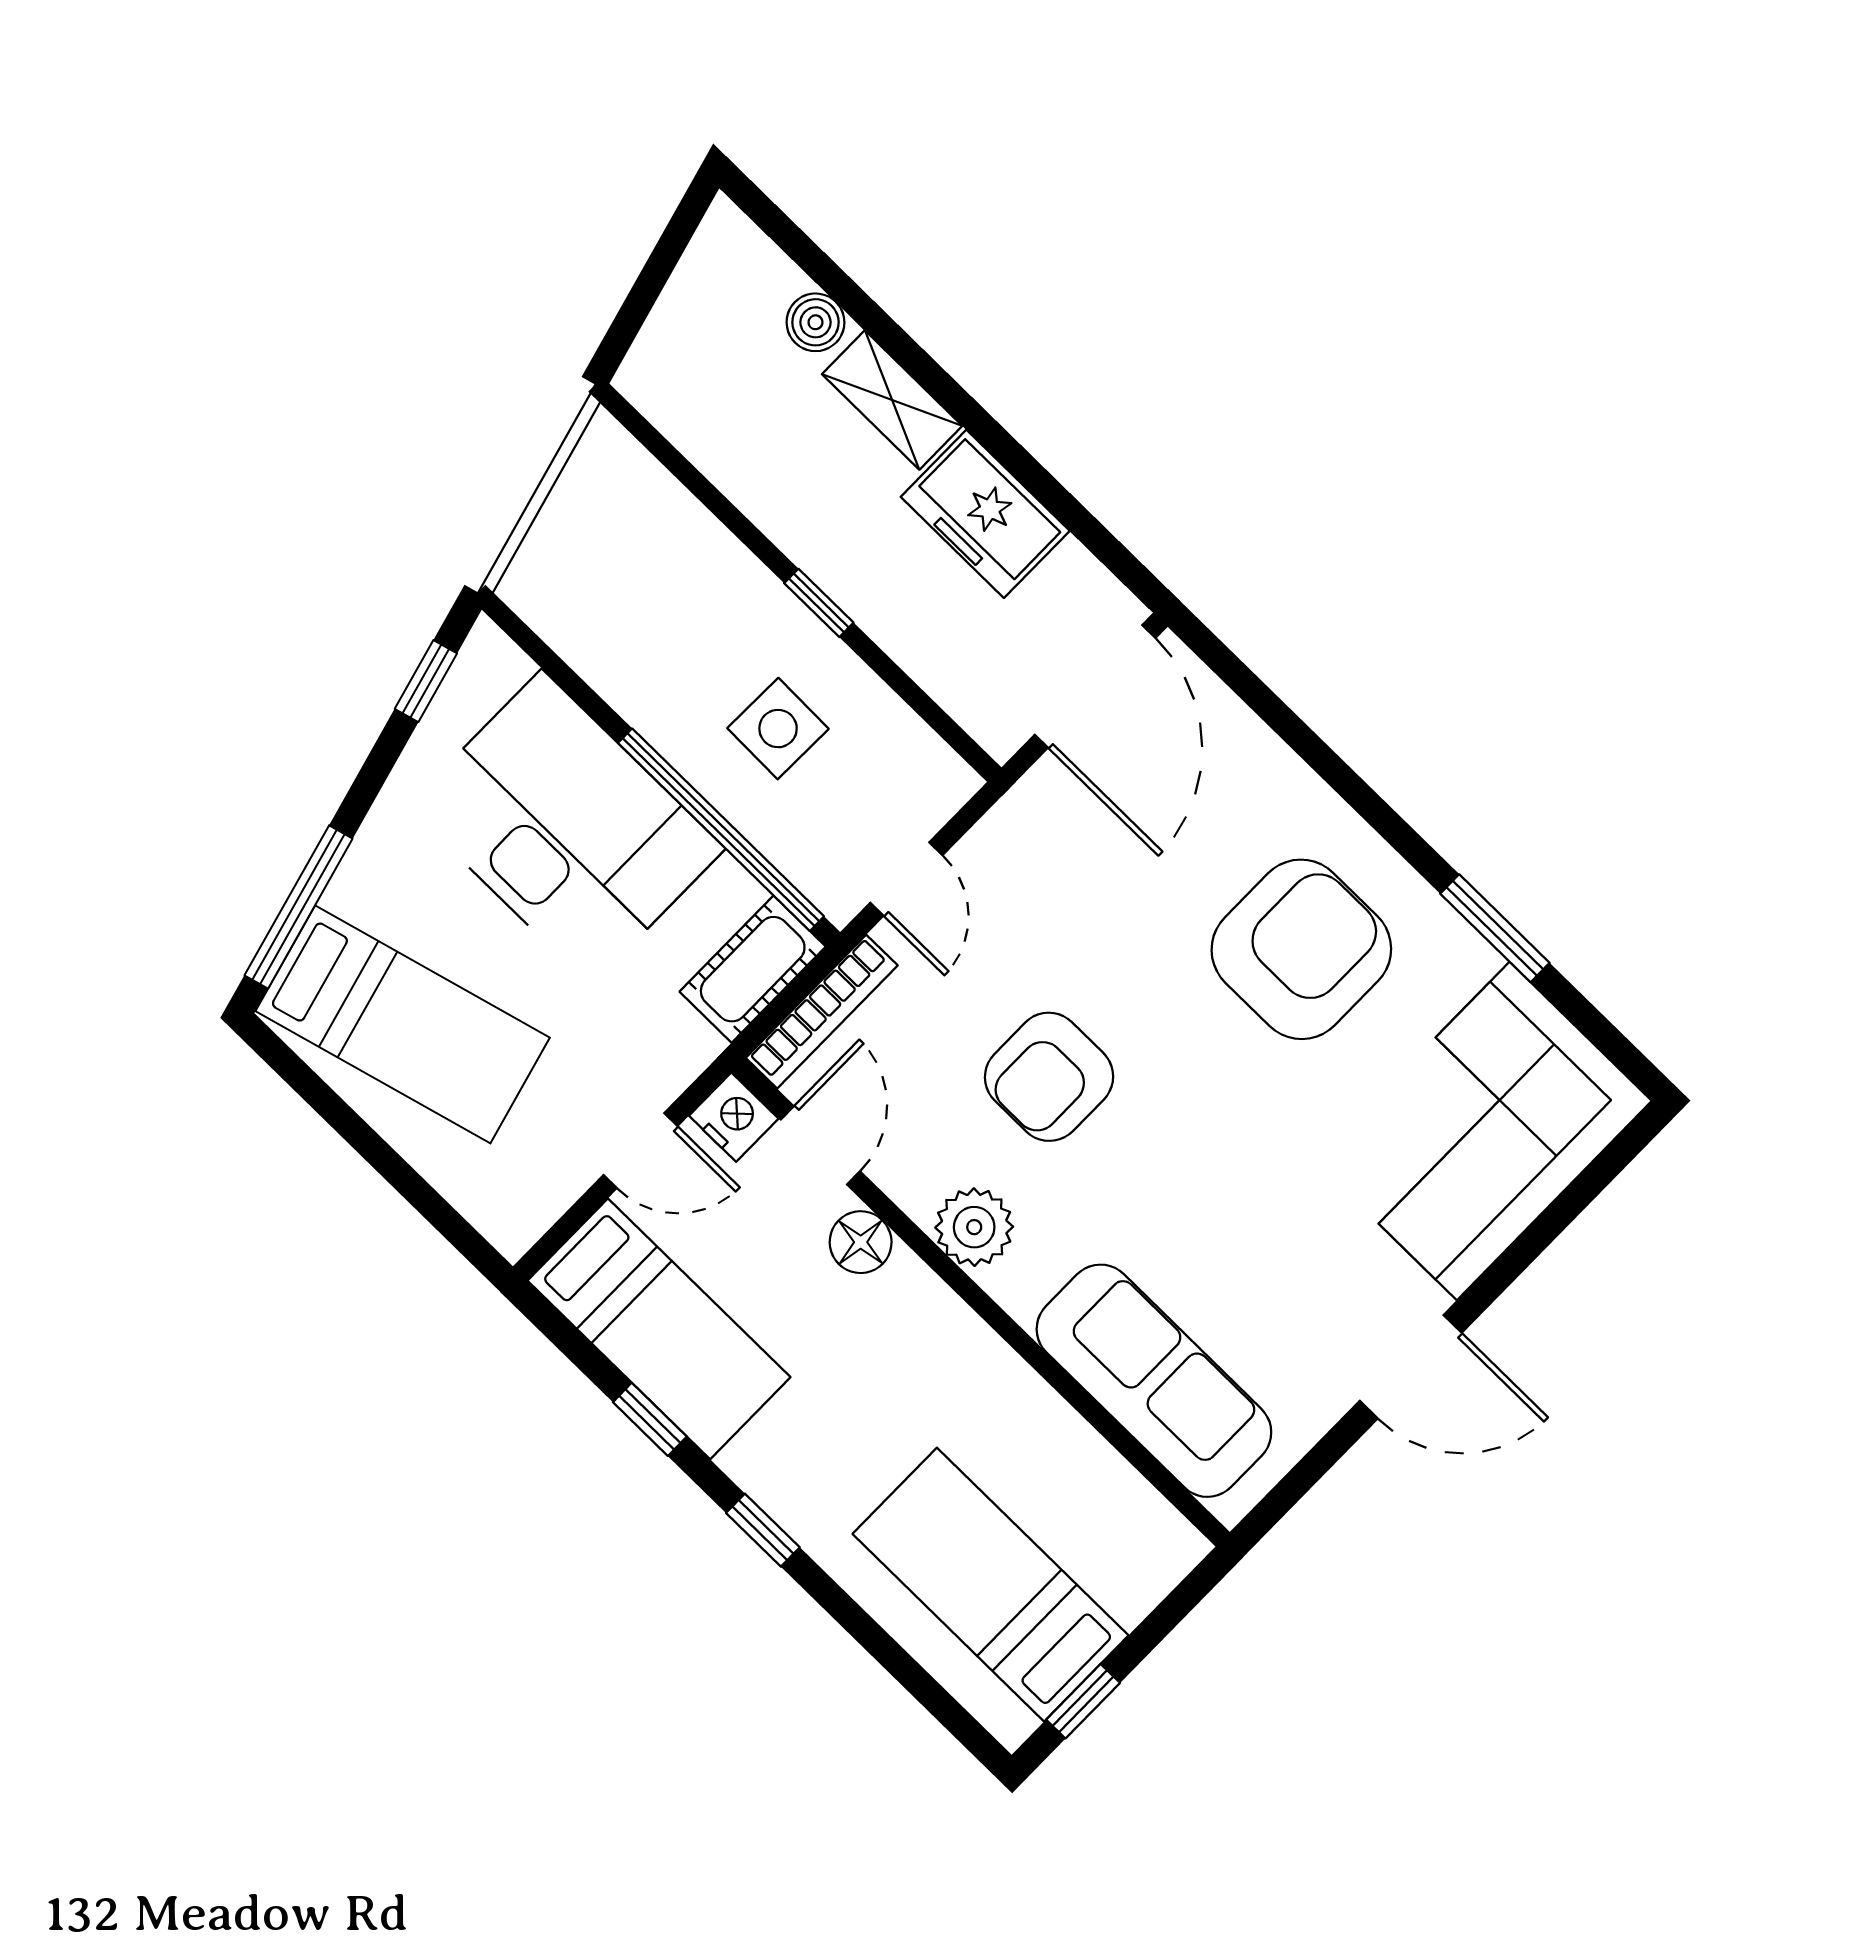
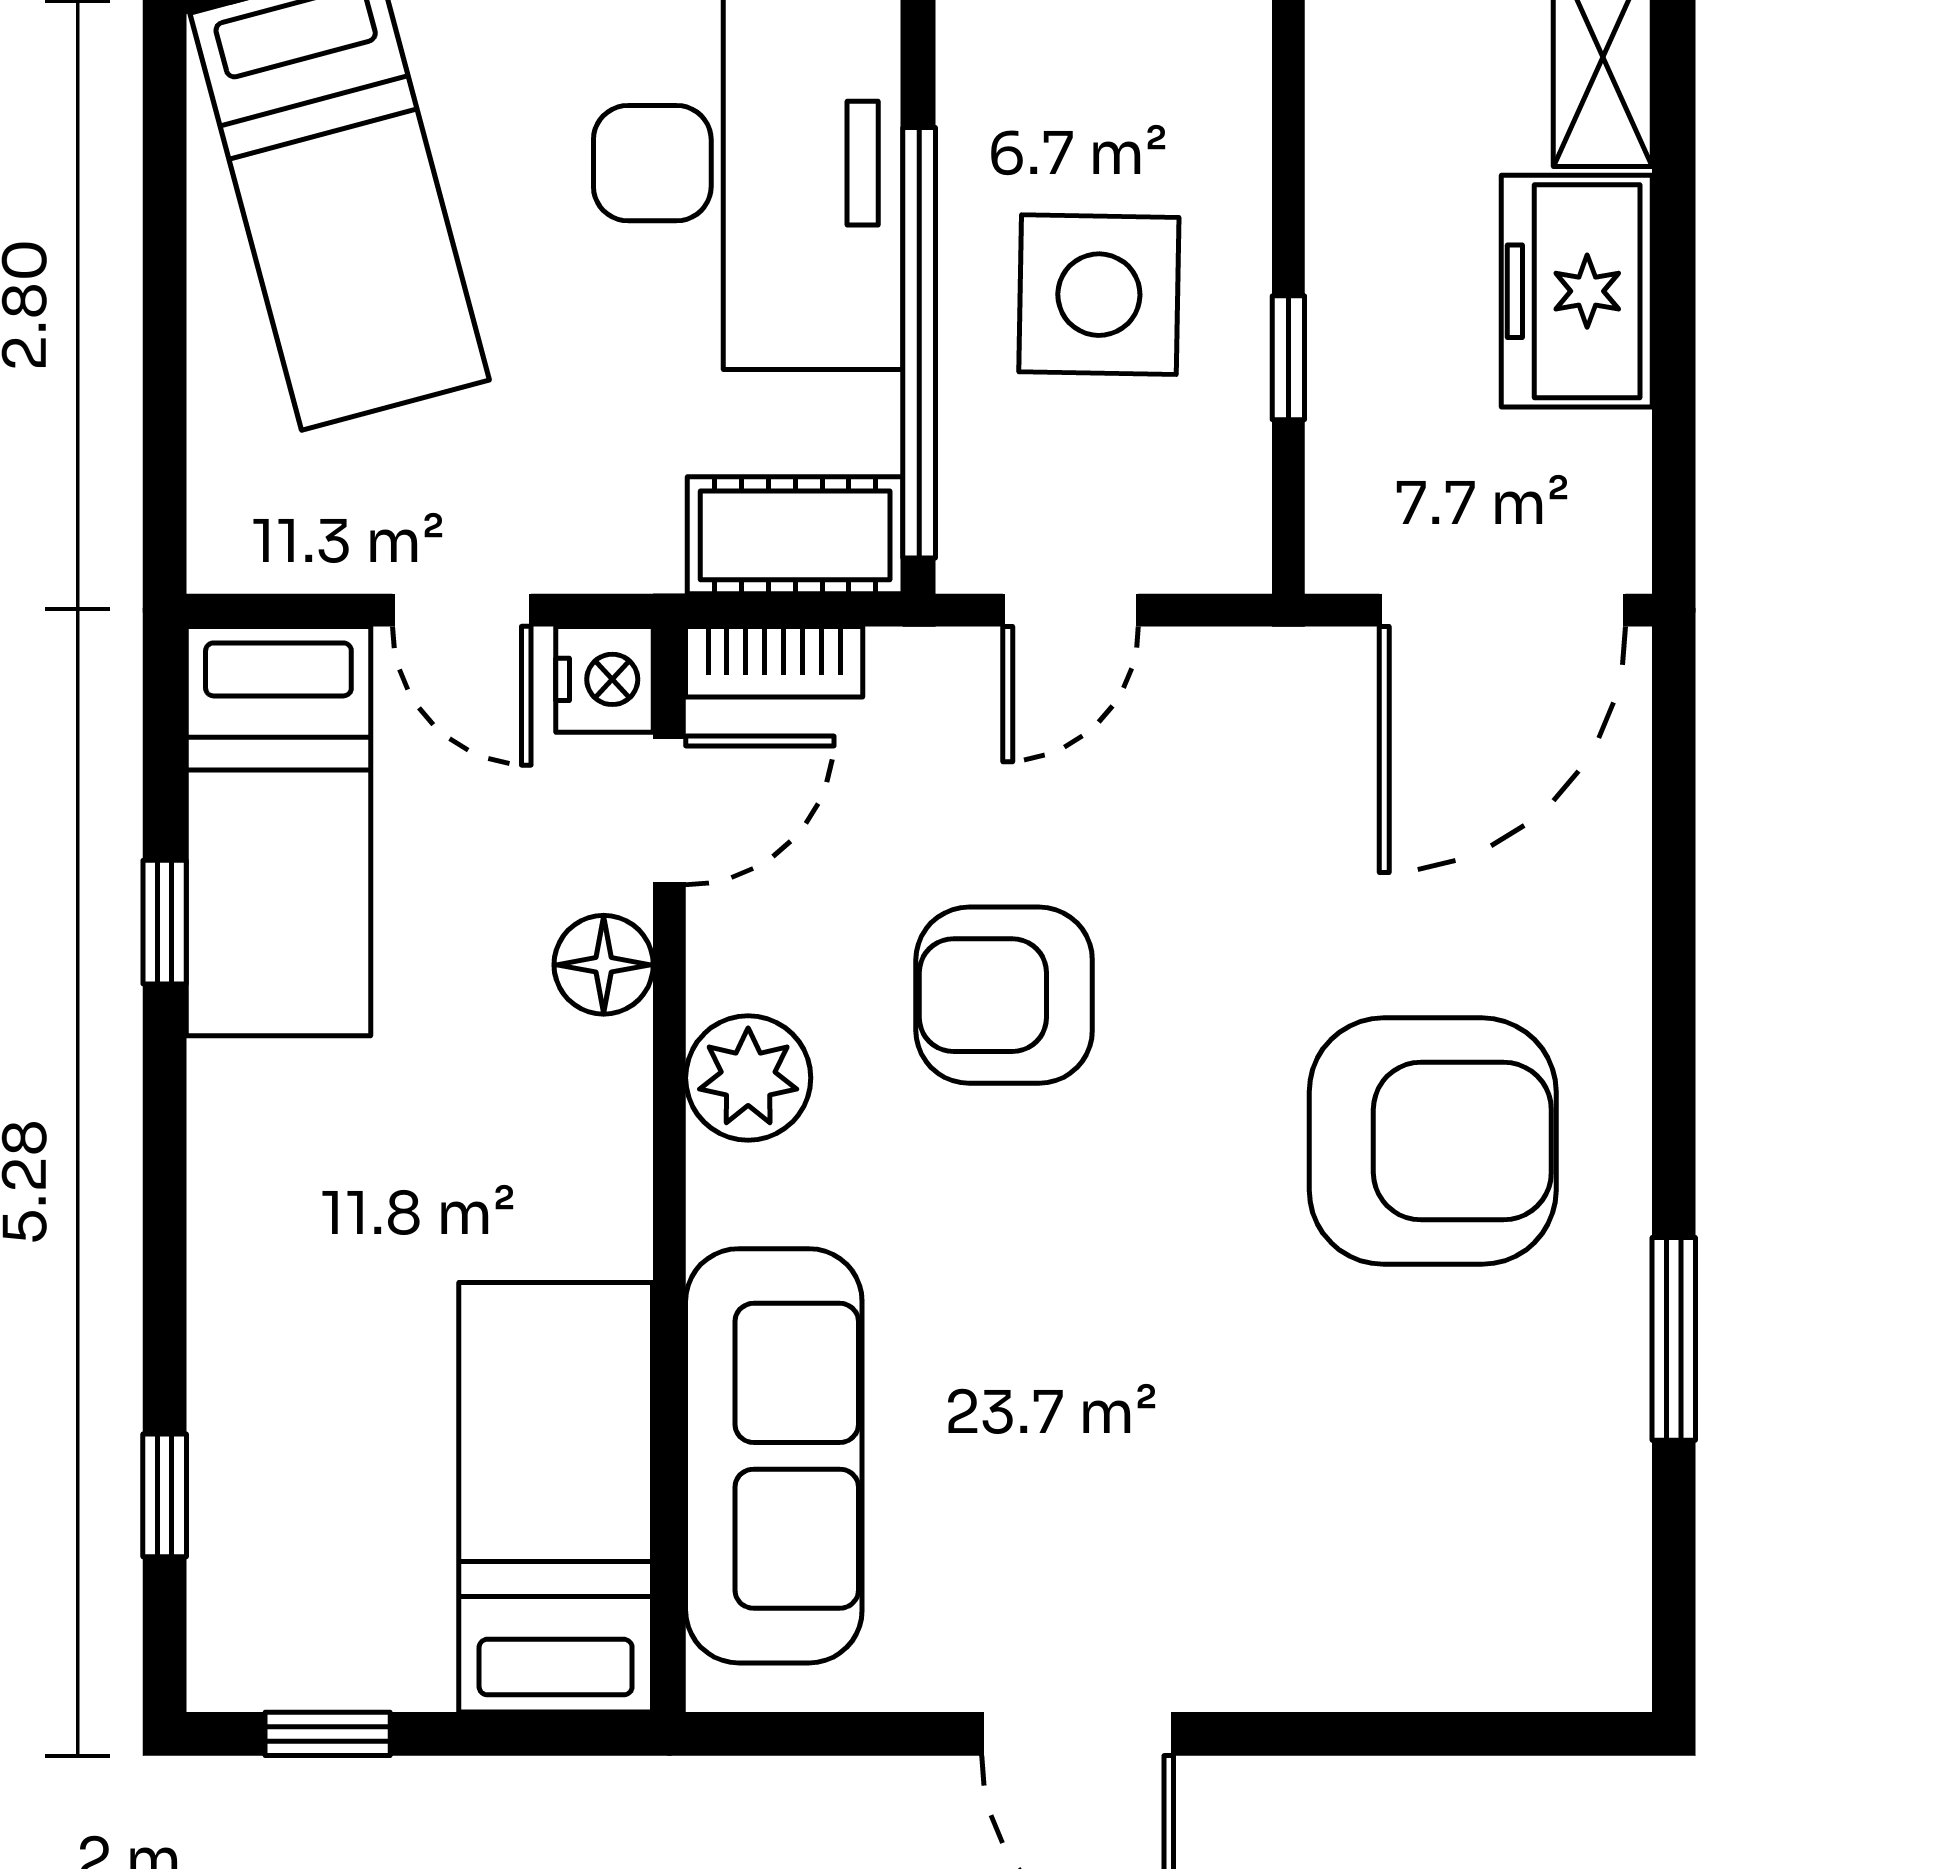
window: (819, 603) -> (1288, 358), moved
side table: (778, 729) -> (1099, 295), width x1.37, depth x1.37
bookcase: (822, 1012) -> (774, 662), width x0.64
corner sofa: (1483, 1131) -> (1429, 1553), removed
window: (763, 1530) -> (165, 1495), moved
bed: (991, 1585) -> (556, 1497), moved

